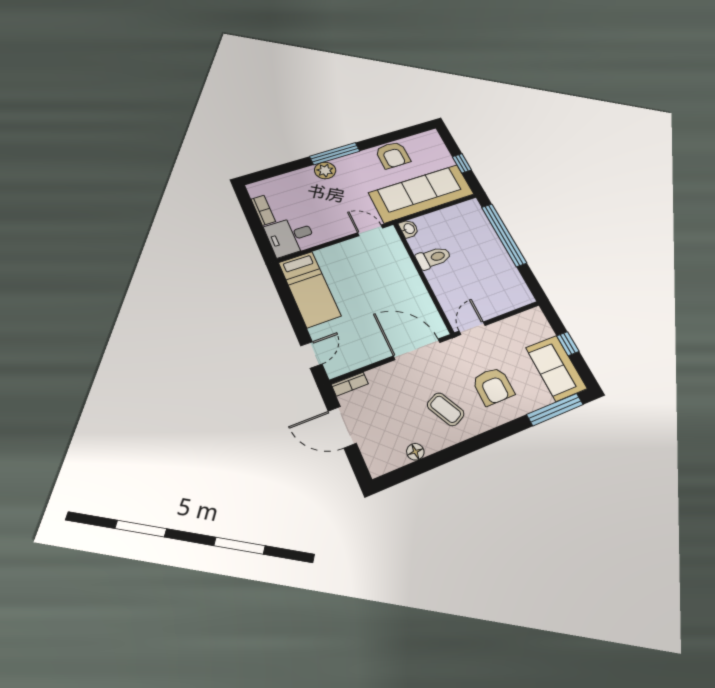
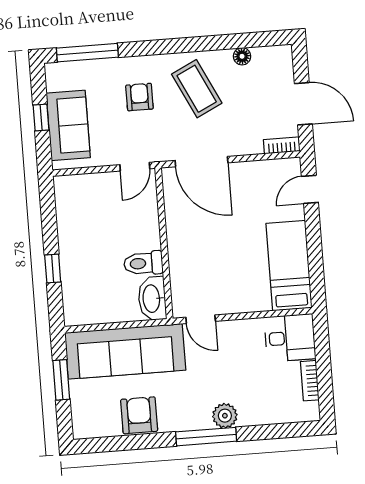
window: (462, 163) -> (61, 380), width x1.50
washbasin: (409, 229) -> (152, 299), width x1.91, depth x1.45
window: (504, 235) -> (53, 268), width x0.32
sofa: (556, 368) -> (68, 125), moved
armchair: (493, 386) -> (139, 97), width x0.72, depth x0.72
coffee table: (446, 409) -> (197, 89), width x1.36, depth x1.30

